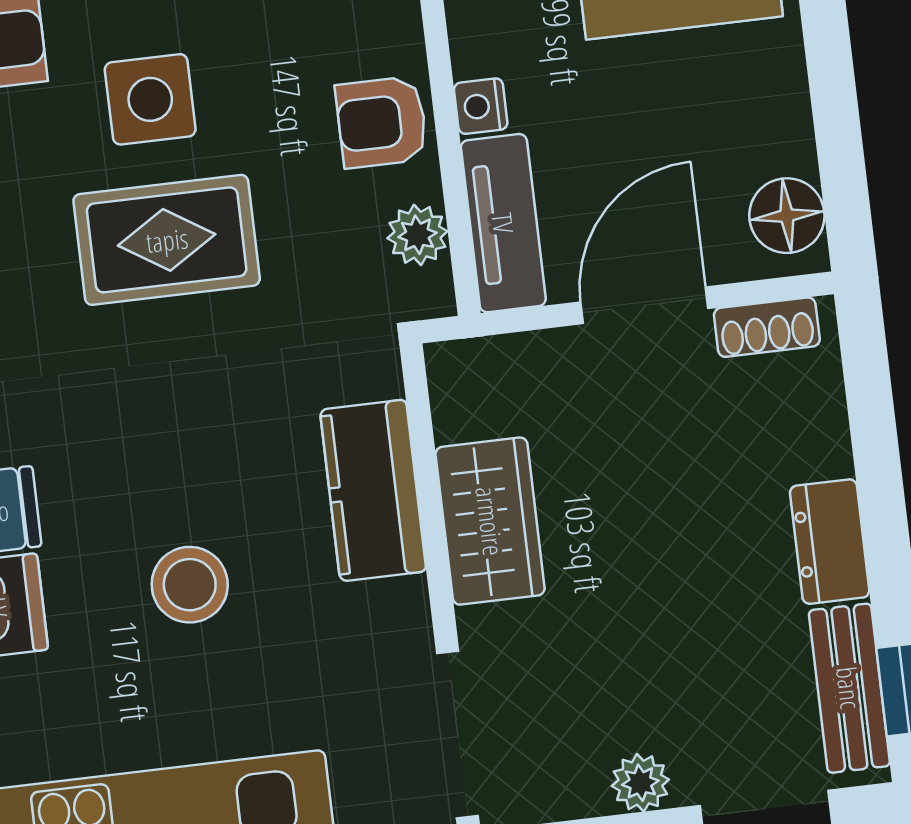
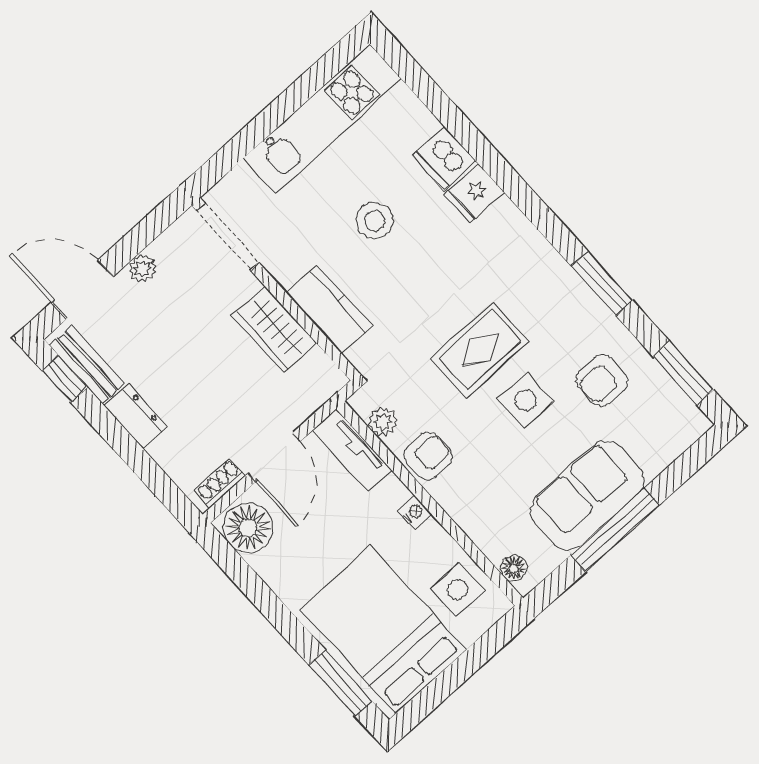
nightstand: (481, 106) -> (414, 513), moved
floor lamp: (787, 216) -> (248, 528), width x1.38, depth x1.38

